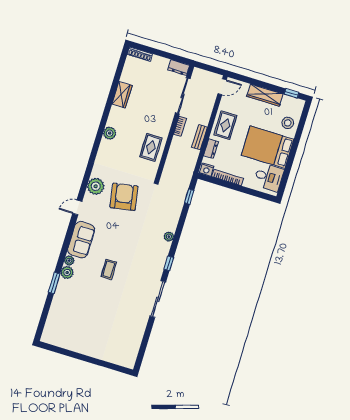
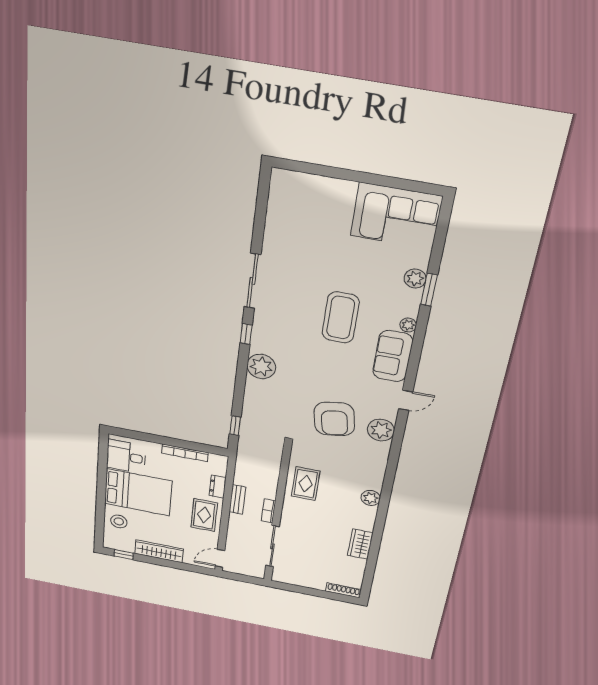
dresser: (179, 68) -> (285, 577), removed
nightstand: (207, 170) -> (218, 461), removed
plant: (169, 237) -> (261, 366), width x1.88, depth x1.88
coffee table: (109, 269) -> (341, 318), width x1.86, depth x1.72
plant: (67, 273) -> (415, 279), moved
corner sofa: (67, 332) -> (396, 216), added

